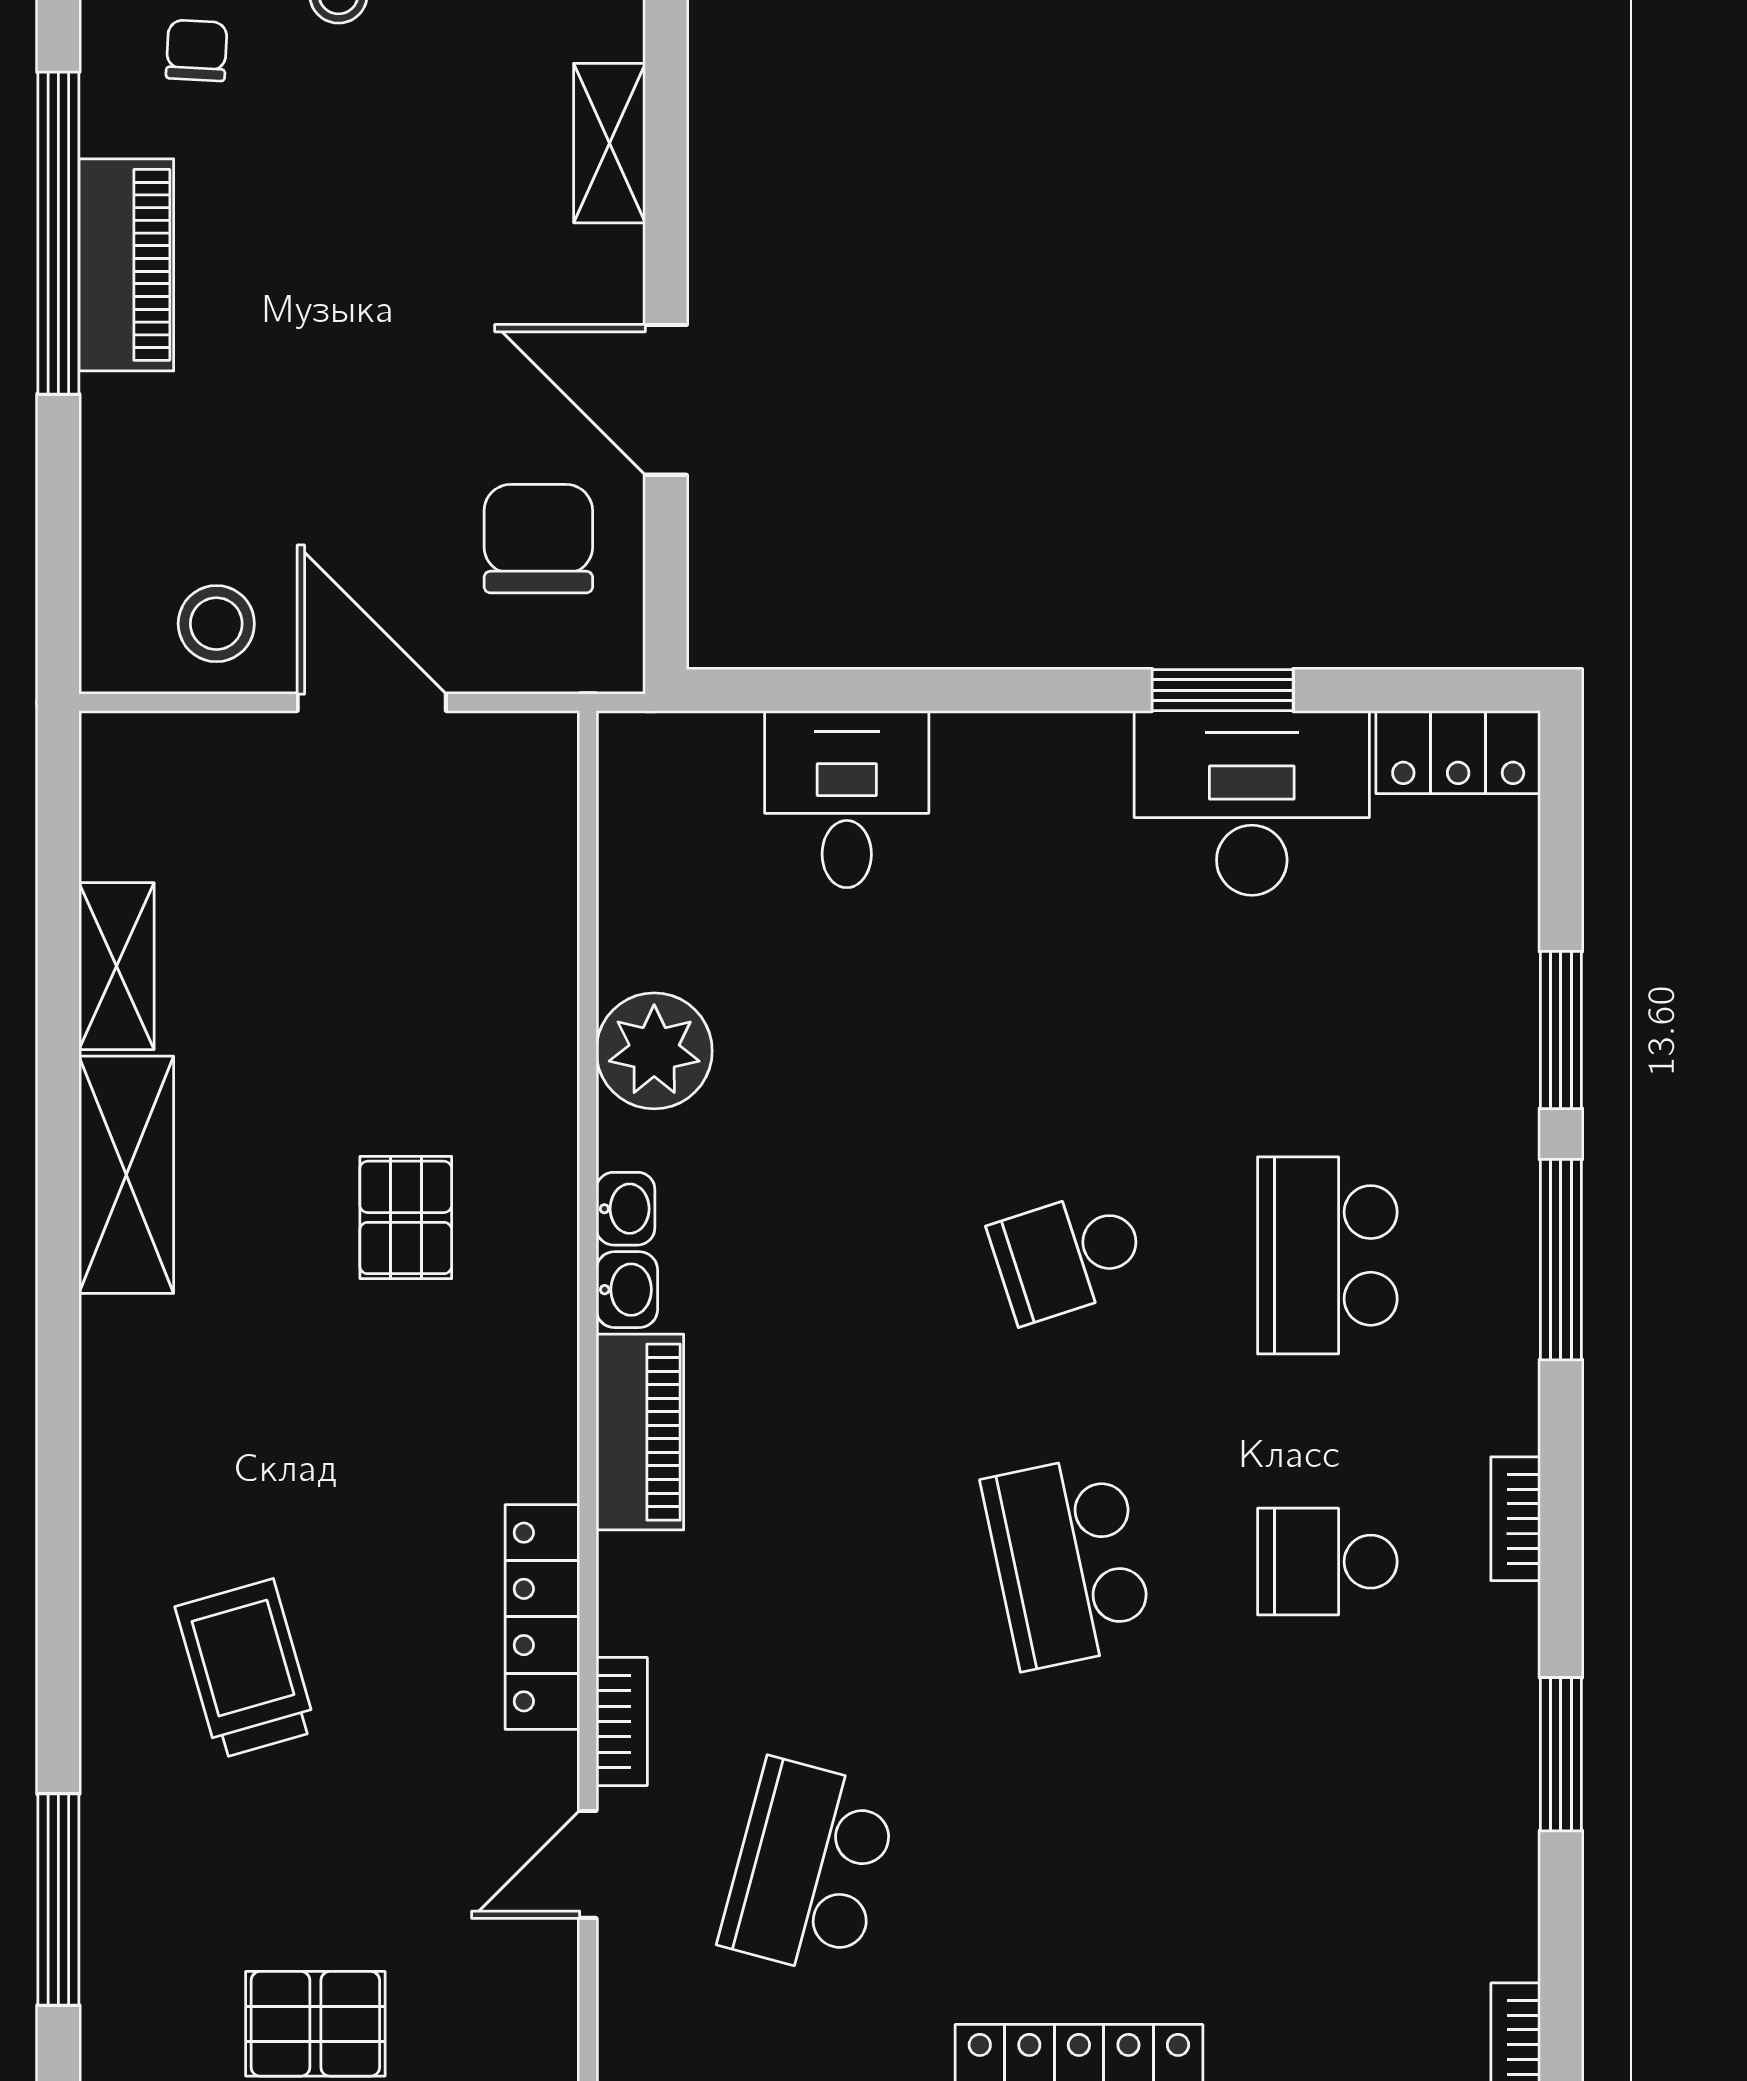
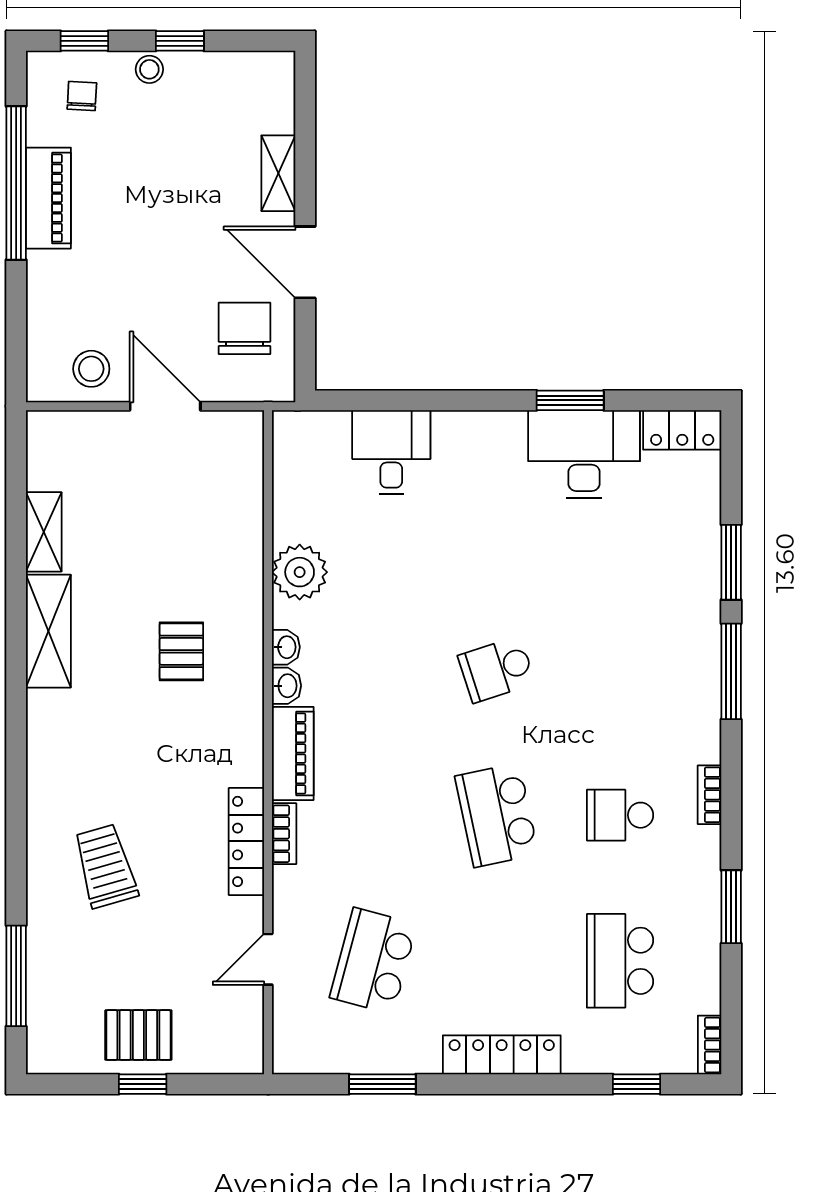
shelving: (609, 143) -> (278, 173), moved
school desk: (1327, 1255) -> (620, 961), moved
bookcase: (622, 1721) -> (284, 834), moved

